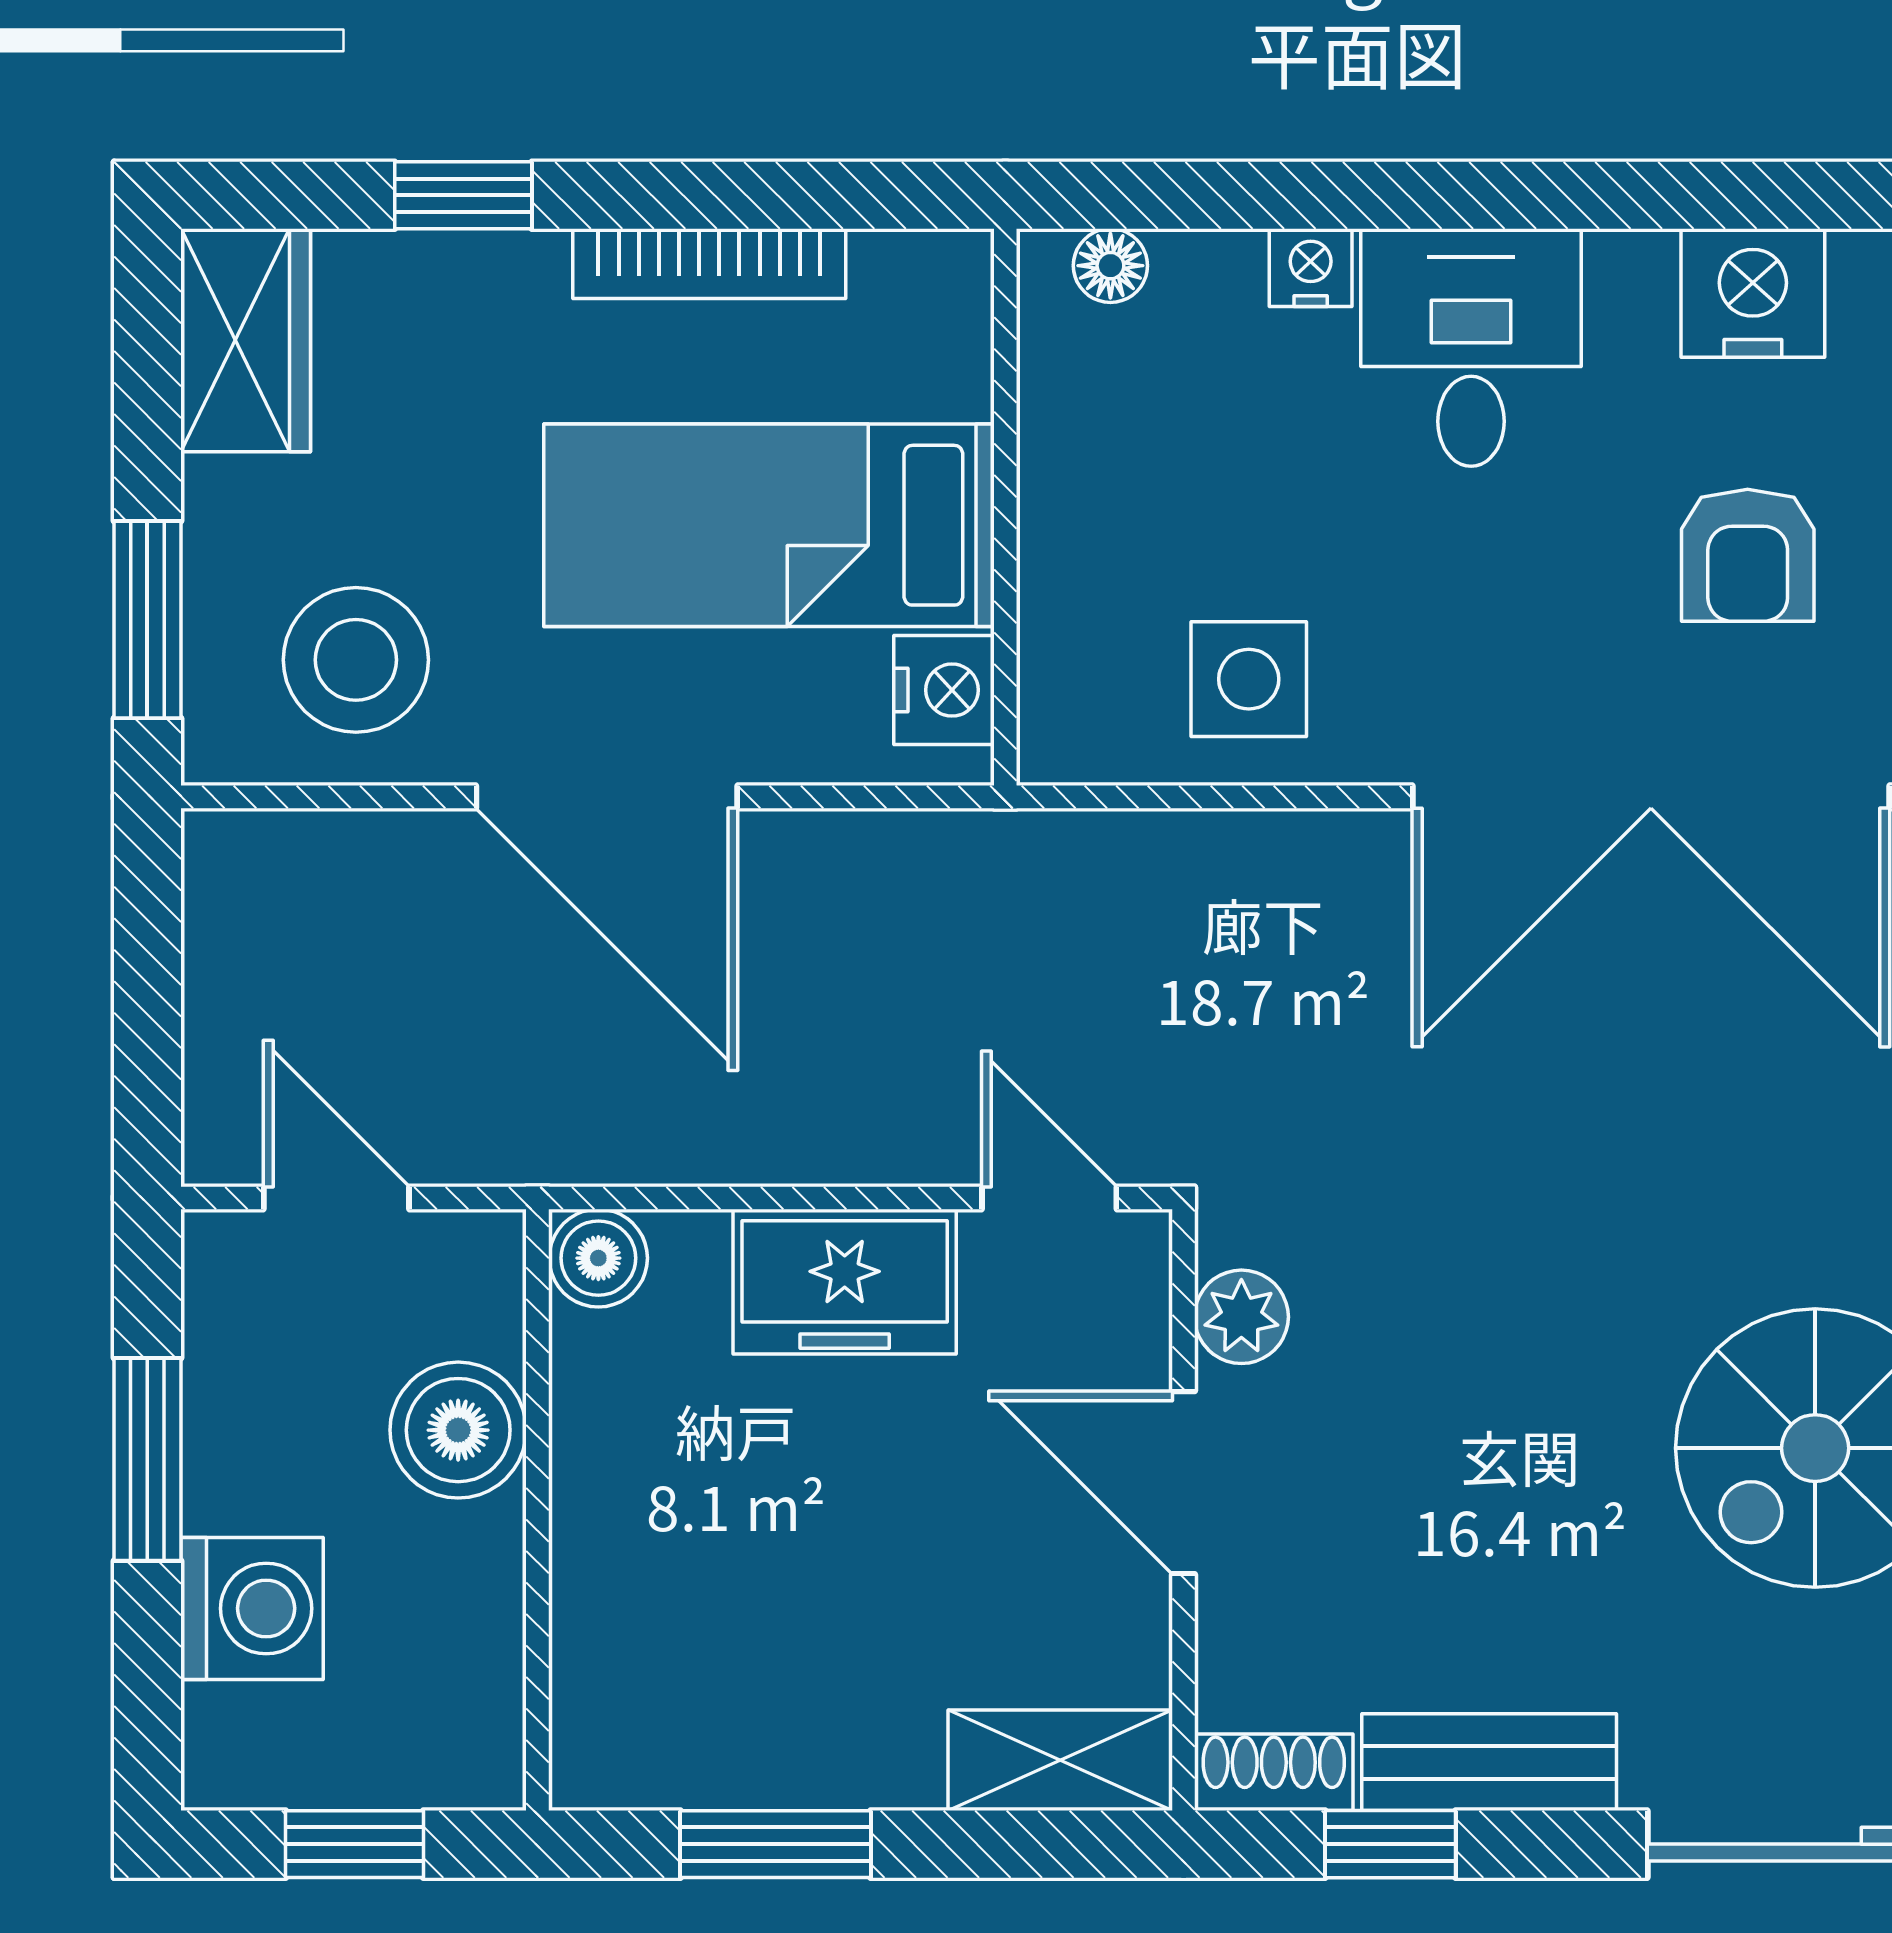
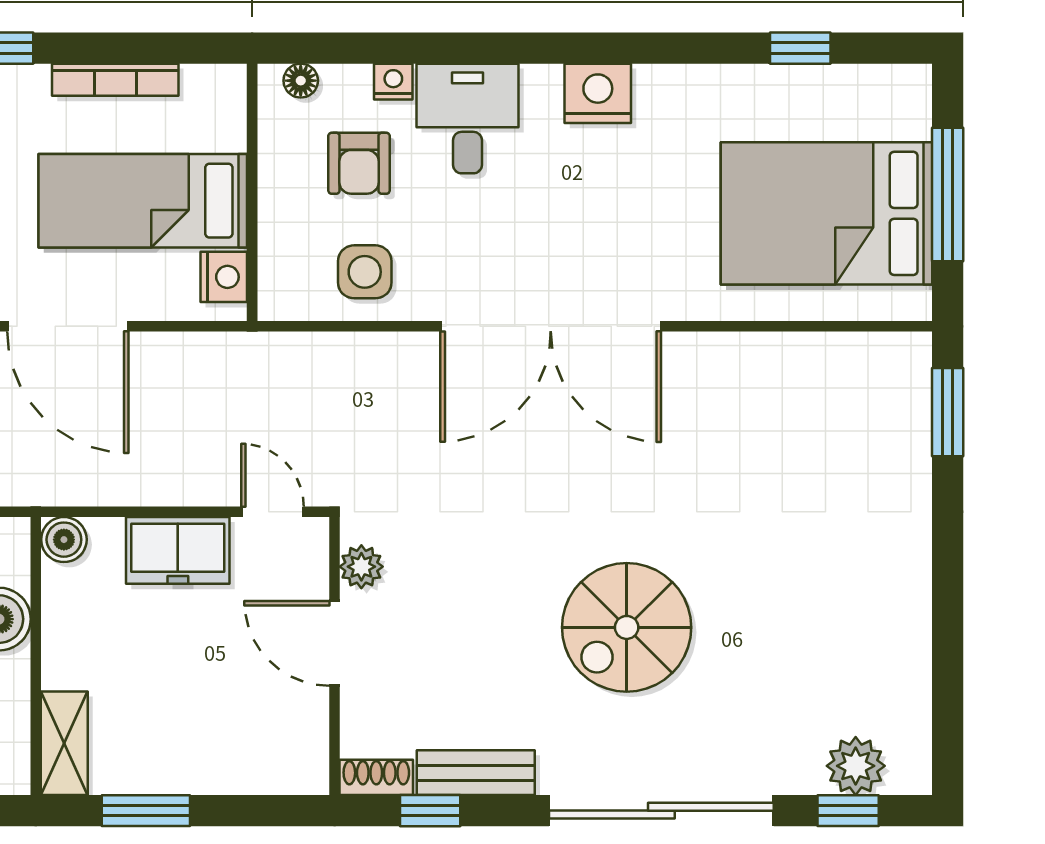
armchair: (1748, 555) -> (359, 163), moved
shelving: (1060, 1760) -> (64, 743), moved, turned 90

